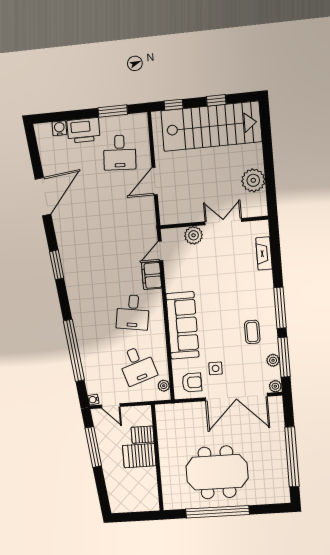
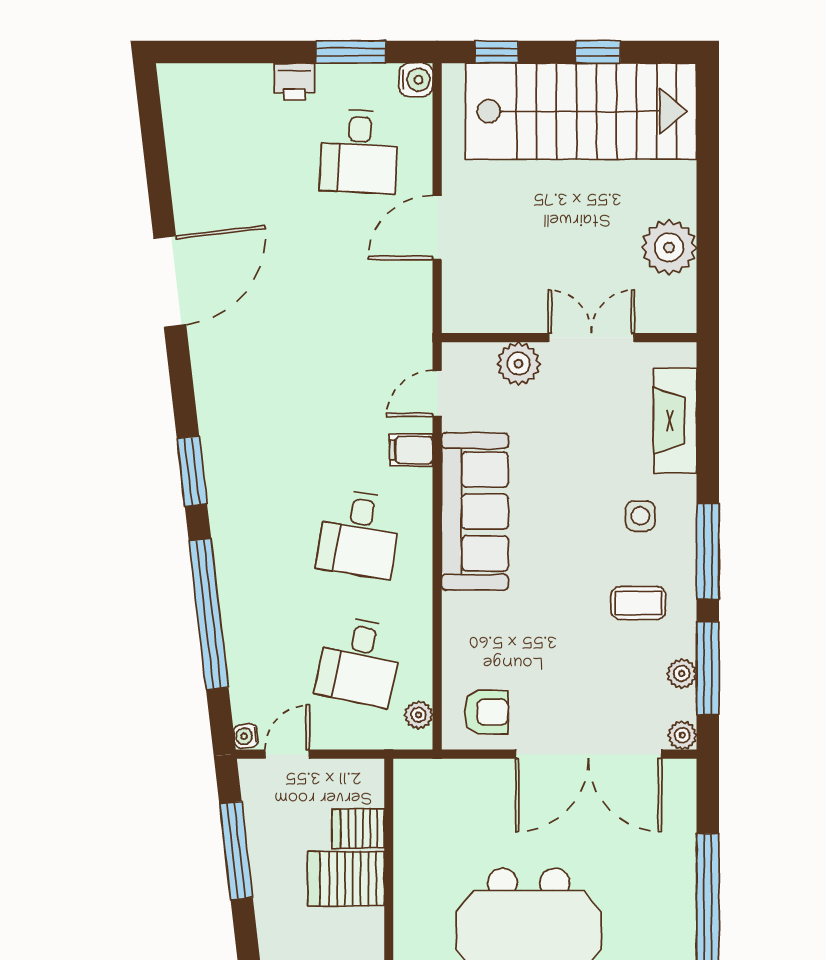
water cooler: (59, 128) -> (416, 80), moved, turned 90
printer: (83, 130) -> (294, 82), width x0.53, depth x0.68
door: (43, 197) -> (170, 281), moved
fireplace: (264, 253) -> (675, 421), width x1.37, depth x1.32
window: (57, 265) -> (192, 471), moved
filing cabinet: (152, 275) -> (411, 450), width x0.50
sofa: (182, 325) -> (475, 511), moved
coffee table: (252, 332) -> (638, 603), turned 90
desk: (137, 365) -> (359, 661), turned 30
side table: (216, 368) -> (640, 516), moved
door: (111, 406) -> (287, 754), swing flipped

